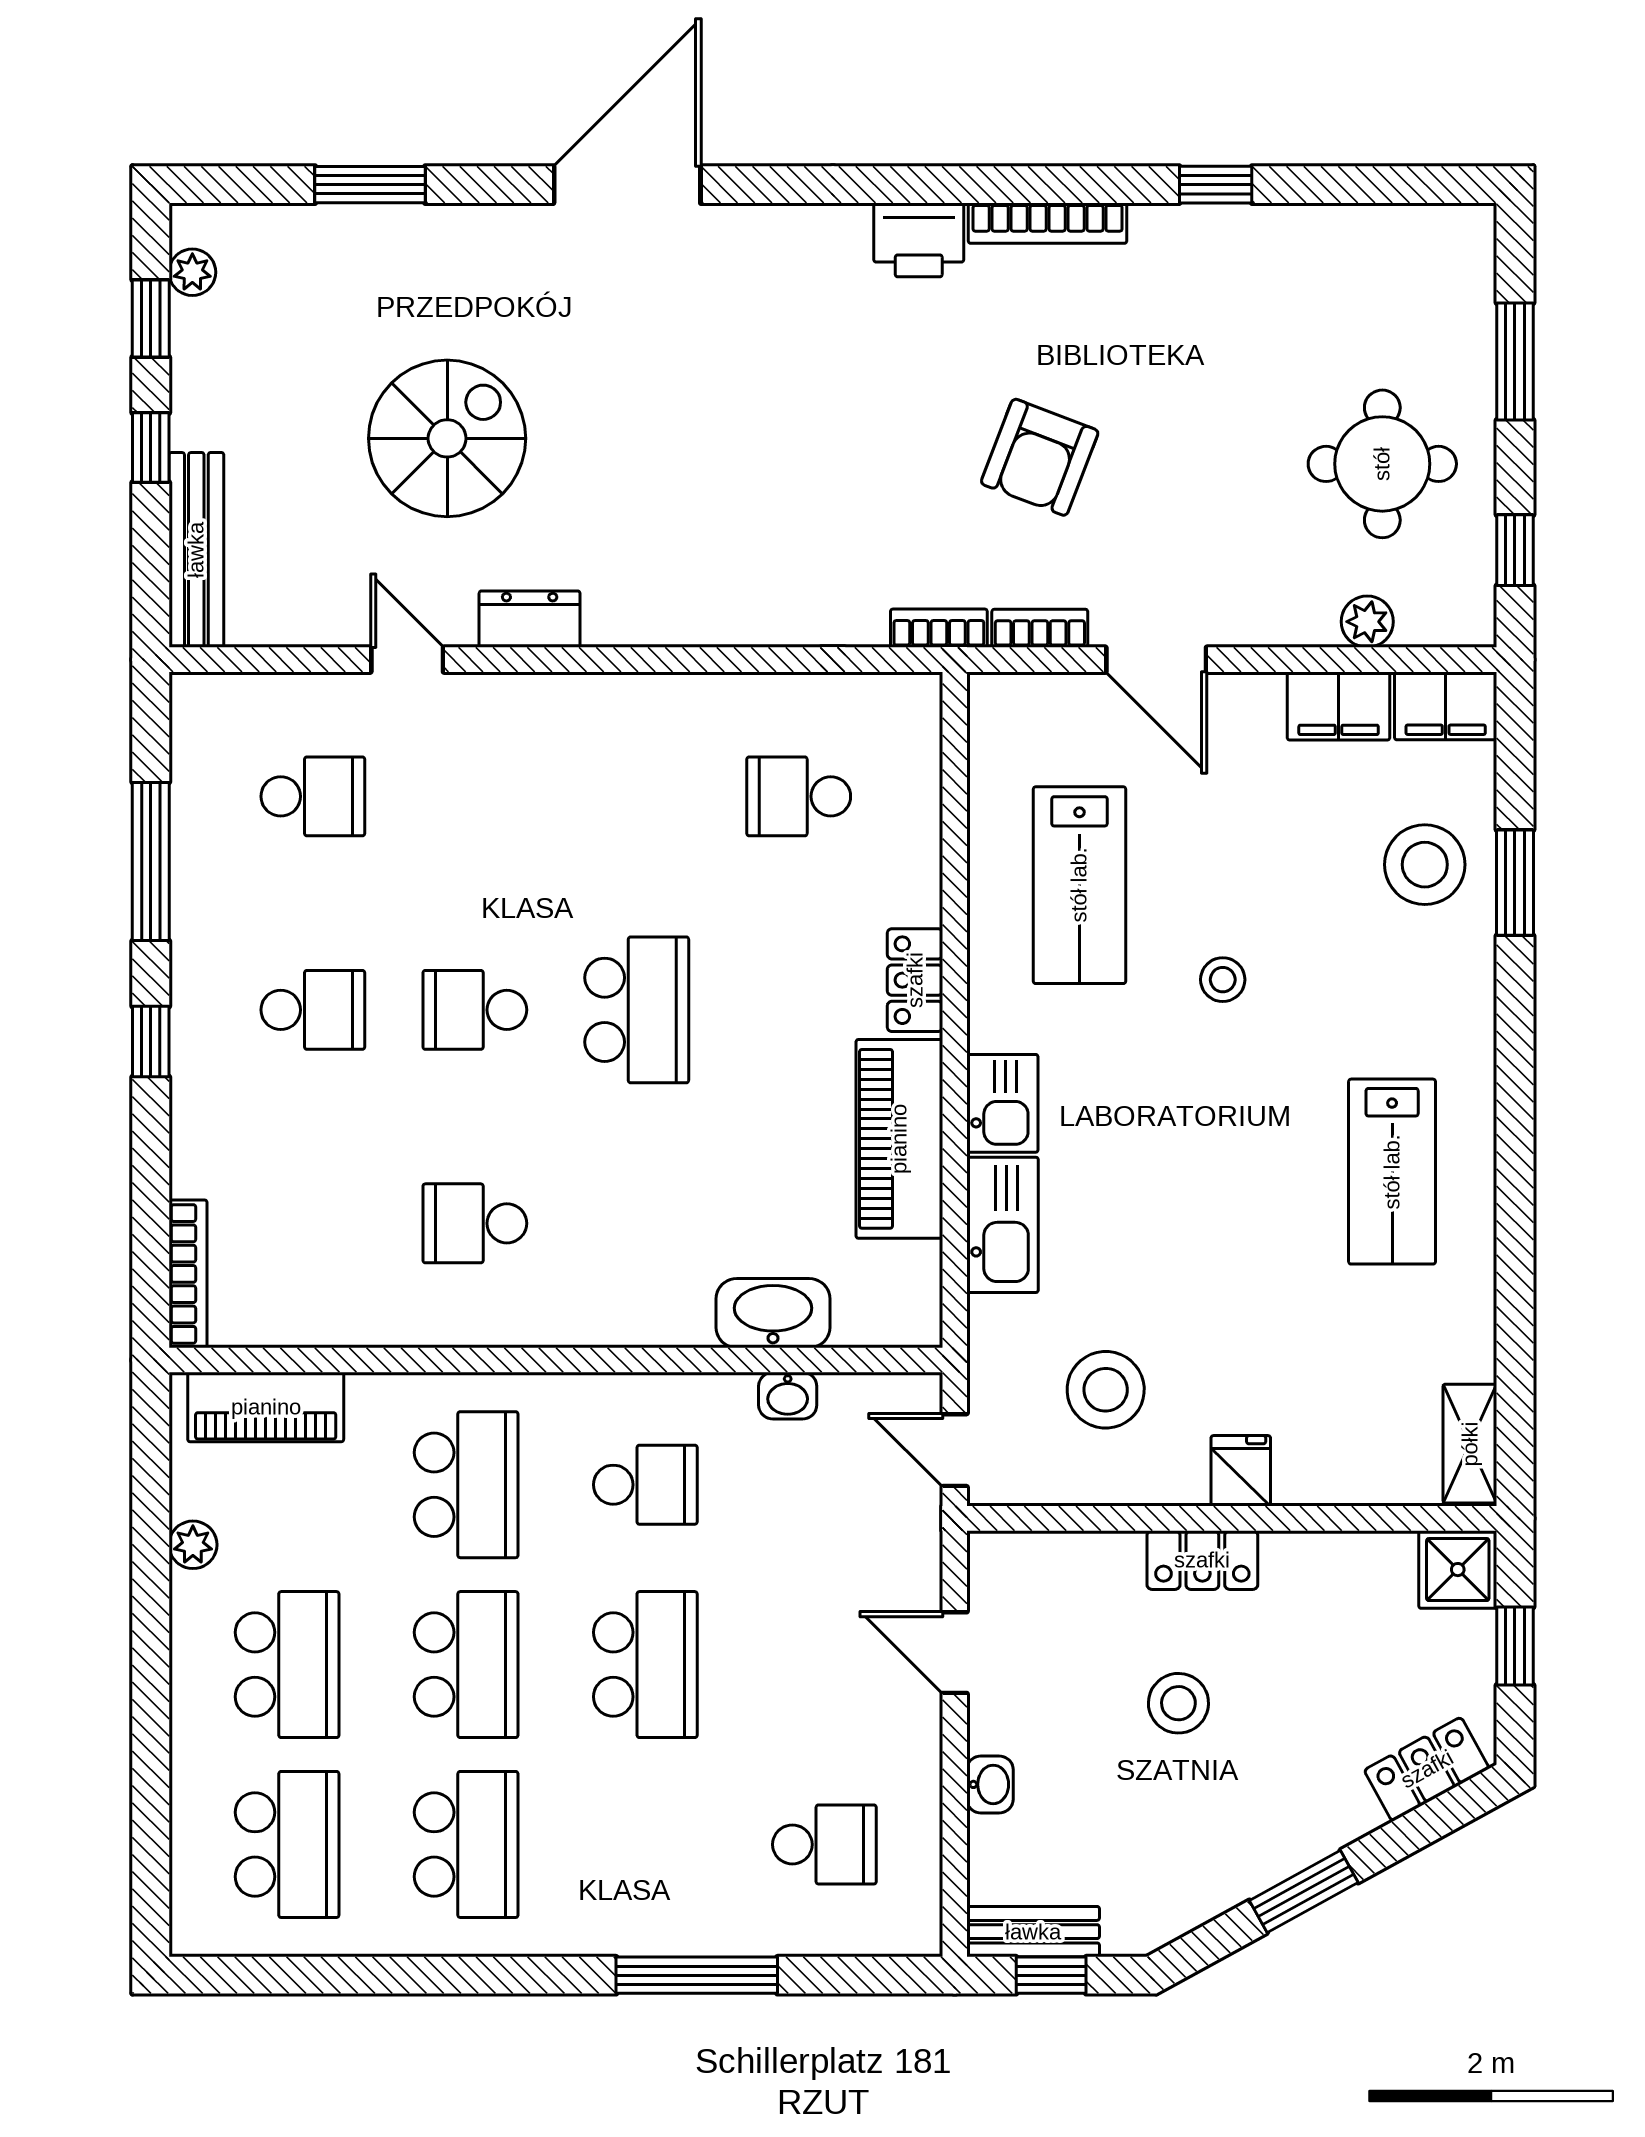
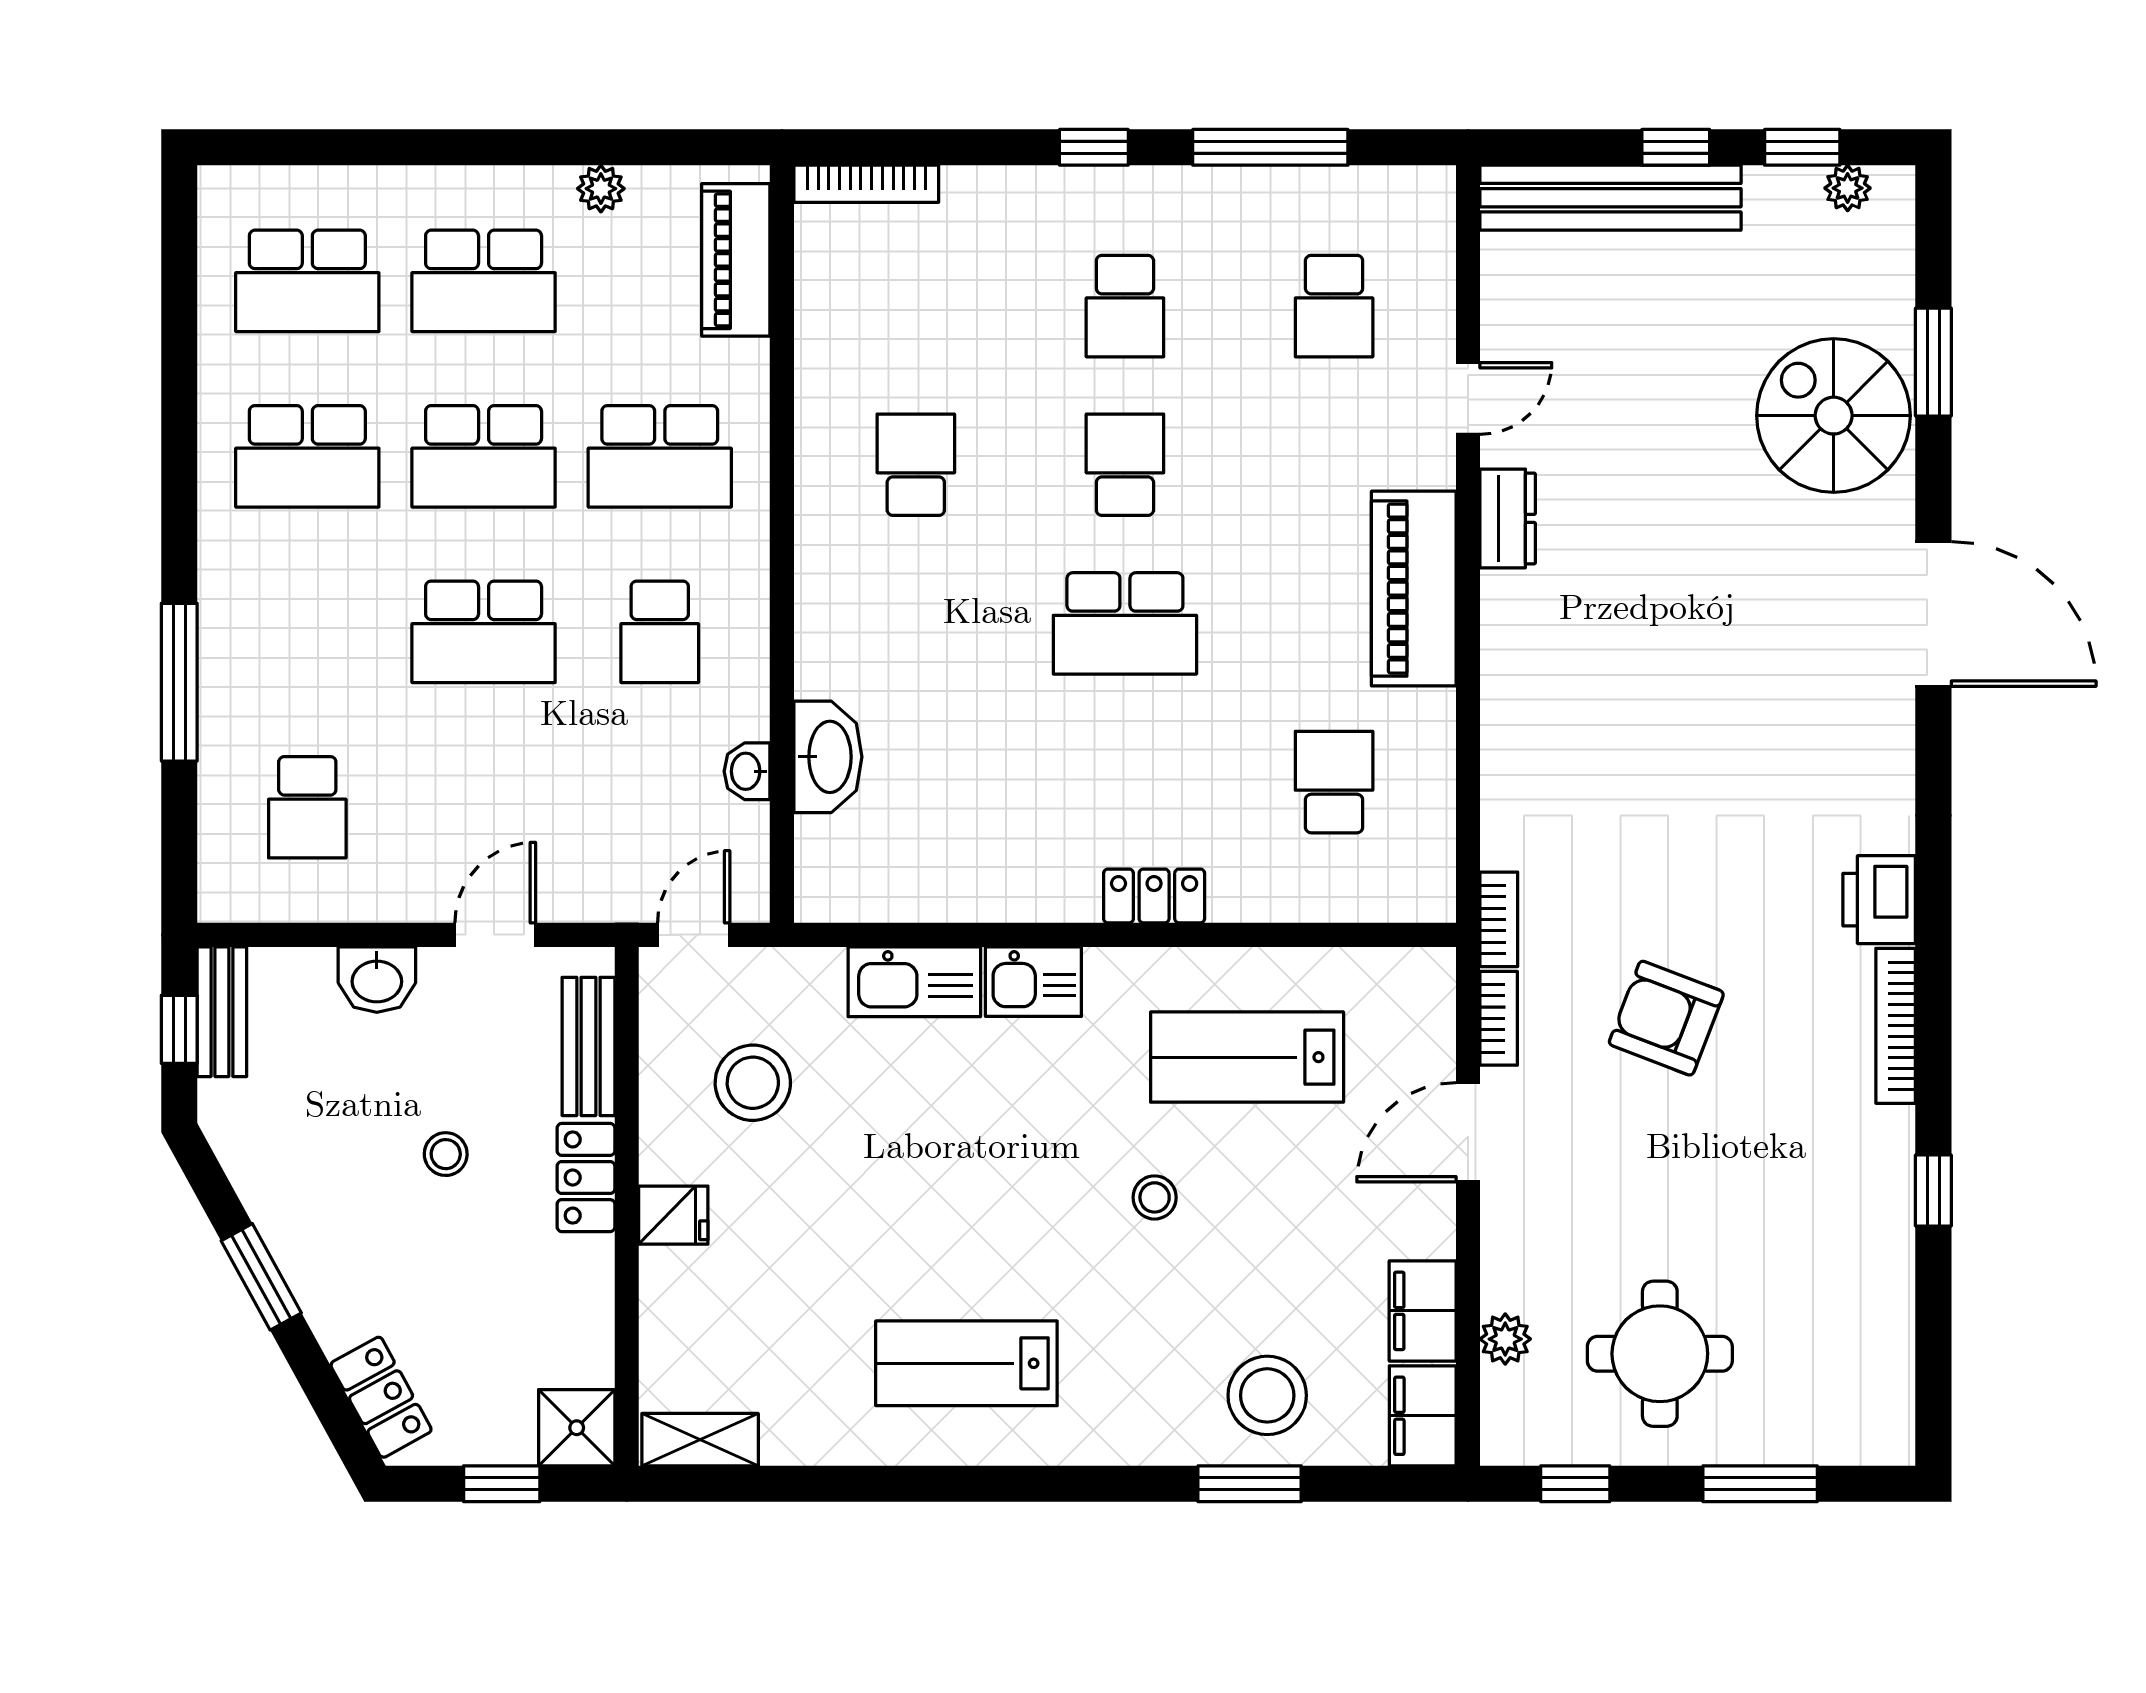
spiral stairs: (447, 438) -> (1834, 416), moved, turned 180
bench: (196, 550) -> (1611, 198), width x1.37, depth x1.21
piano: (899, 1139) -> (1414, 589), moved, turned -90
bench: (1069, 1558) -> (588, 1046), added
stool: (1178, 1703) -> (446, 1154), width x0.73, depth x0.73
washbasin: (990, 1784) -> (377, 980), width x1.38, depth x1.45

